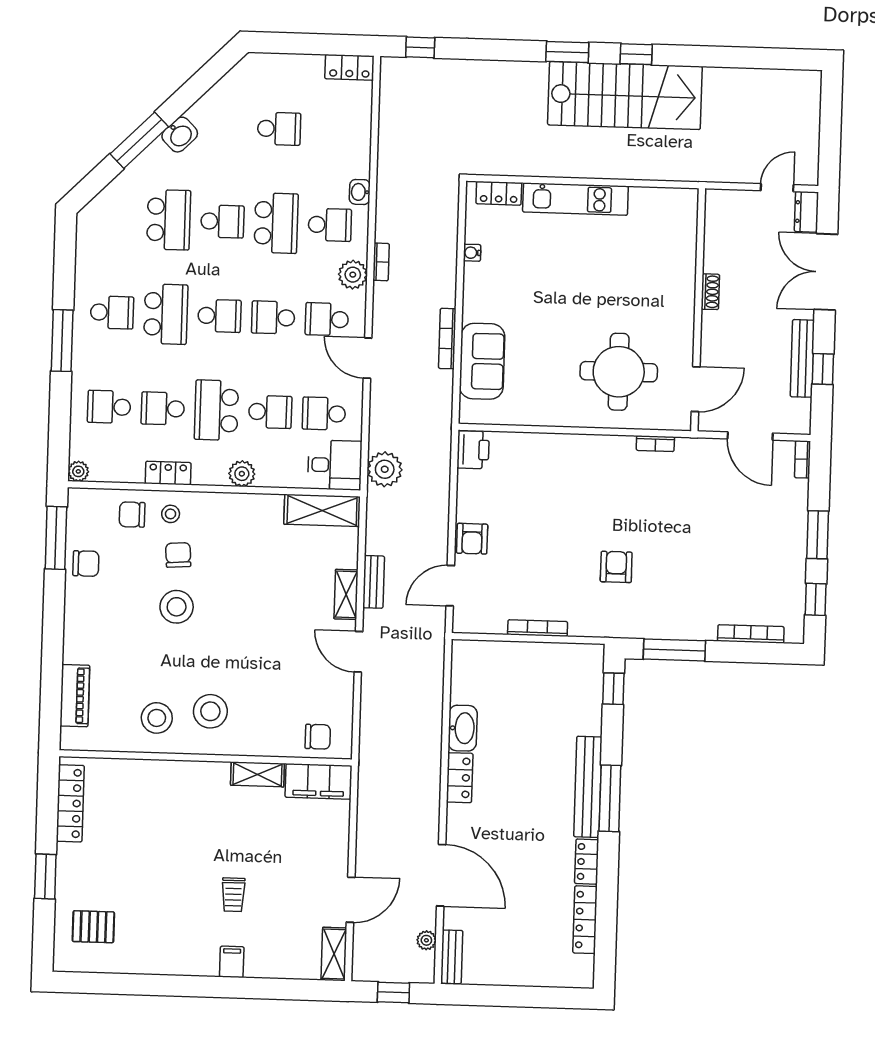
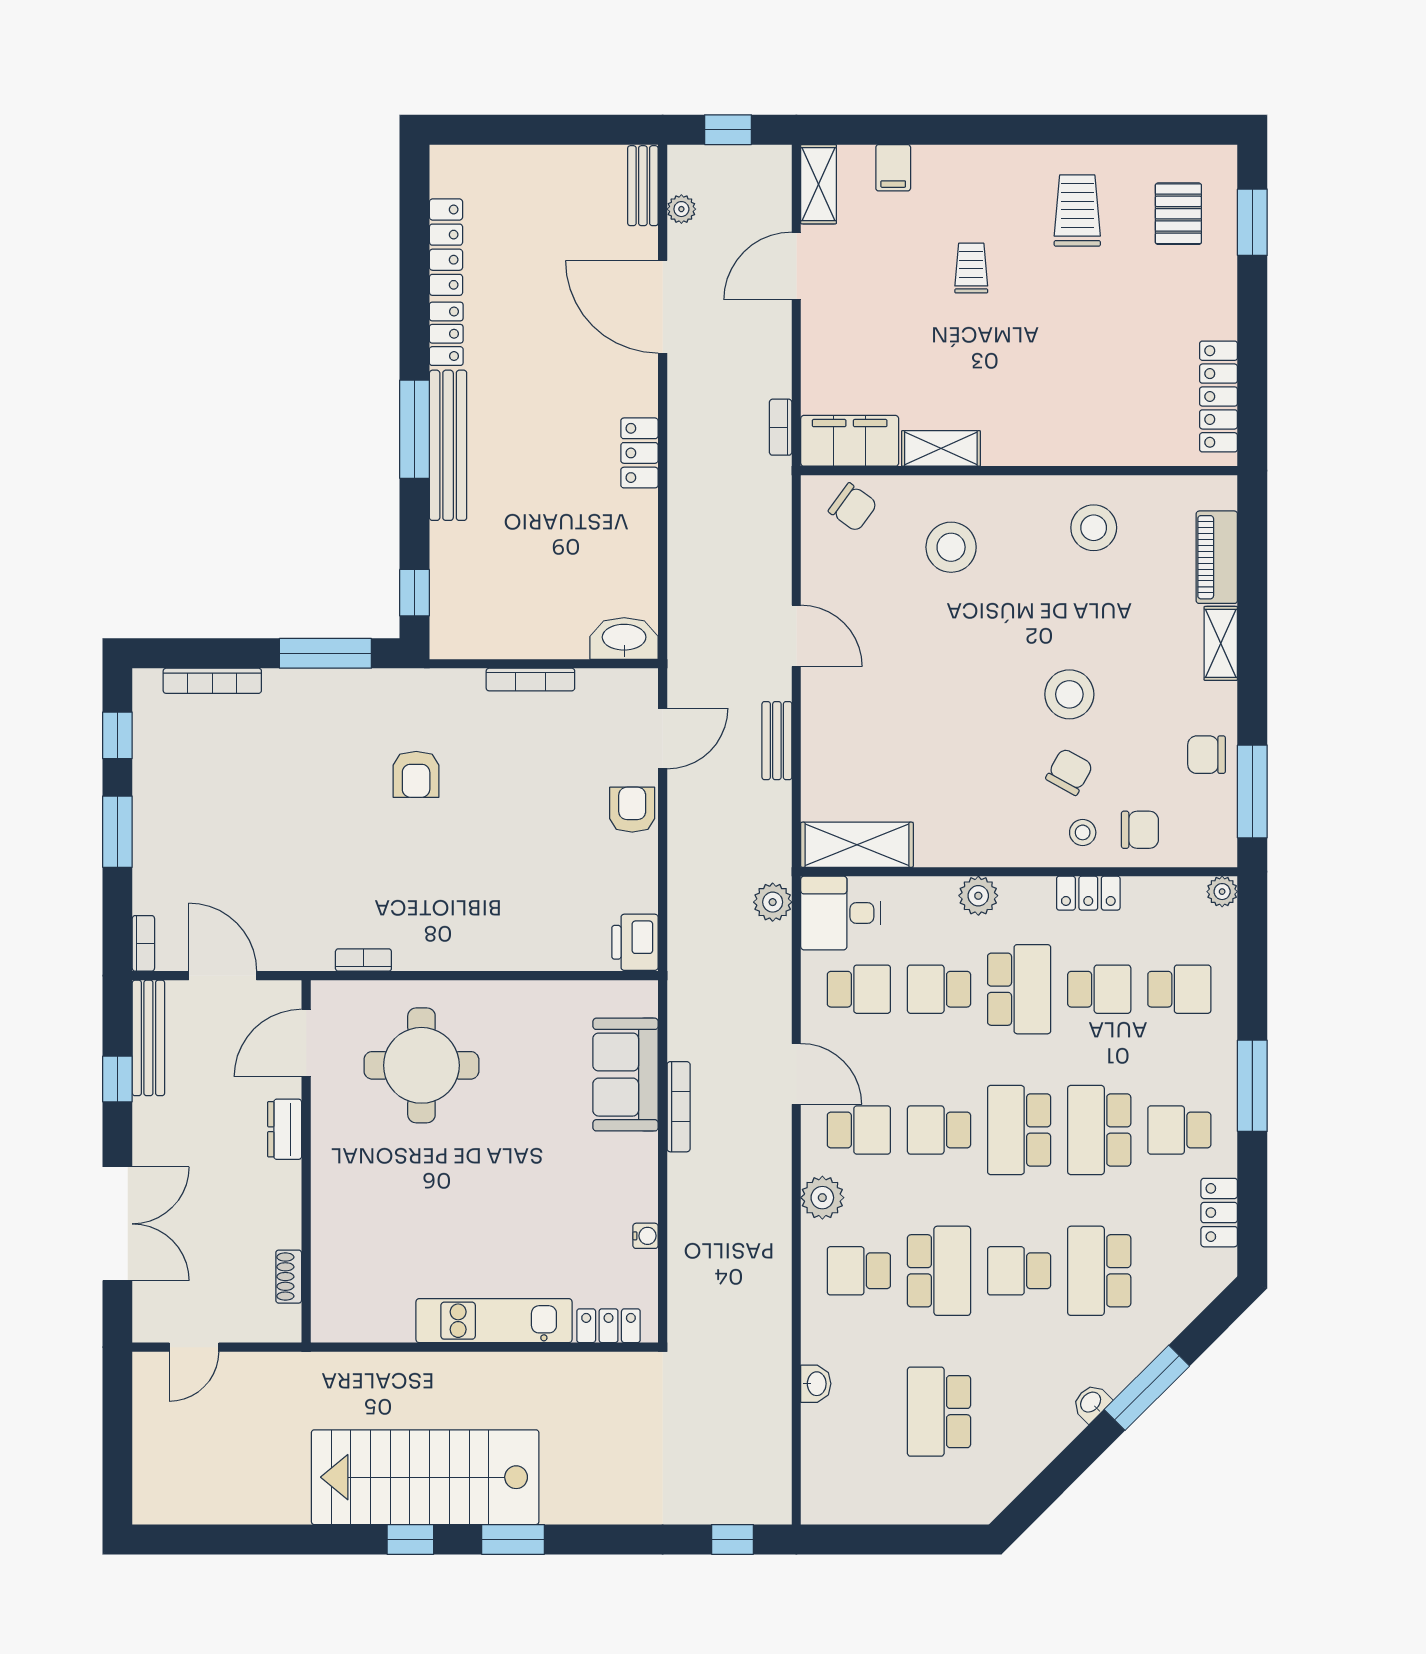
locker: (349, 67) -> (1219, 1213), moved, turned -90
school desk: (279, 129) -> (939, 1412), width x1.85
washbasin: (180, 135) -> (1091, 1403), width x0.72, depth x0.69
washbasin: (360, 192) -> (816, 1384), moved
dresser: (806, 212) -> (285, 1129), moved, turned 180
school desk: (276, 223) -> (939, 1271), turned 180
bookcase: (381, 262) -> (781, 427), moved
shoe rack: (710, 292) -> (289, 1277), moved
school desk: (219, 316) -> (1019, 1130), width x1.85
school desk: (273, 317) -> (939, 1130), turned 180
bench: (802, 358) -> (148, 1038), moved
plant: (385, 469) -> (773, 902), width x0.73, depth x0.73
chair: (178, 555) -> (1069, 772), turned -147
shelving: (346, 594) -> (1221, 643), moved
stool: (210, 711) -> (951, 547), moved
washbasin: (463, 728) -> (624, 638), moved, turned 90
chair: (318, 737) -> (853, 507), turned -144
window: (45, 877) -> (1252, 222), moved
pallet: (93, 927) -> (1178, 214), turned 90
trolley: (161, 931) -> (1077, 211), added
filing cabinet: (232, 962) -> (893, 168), moved

